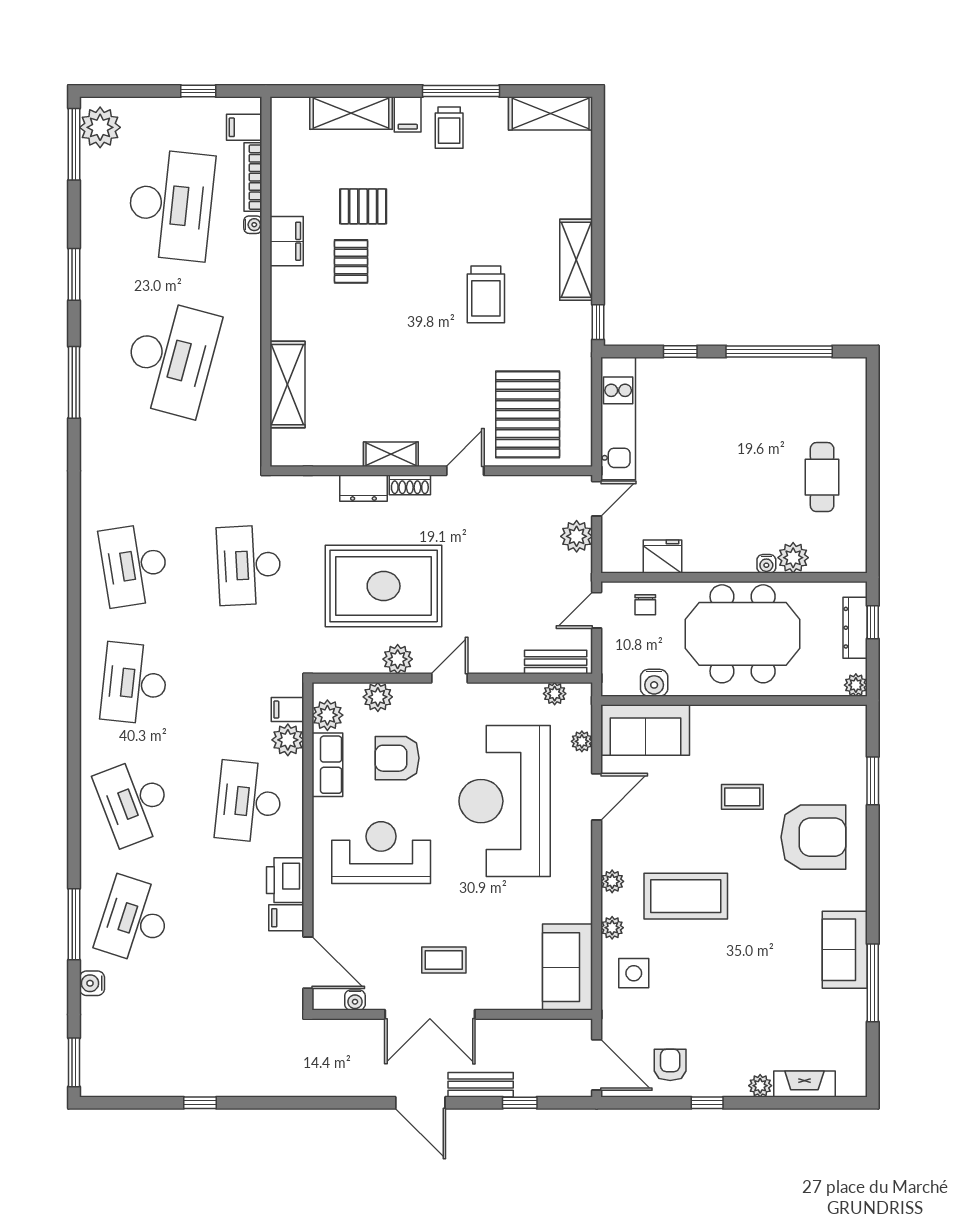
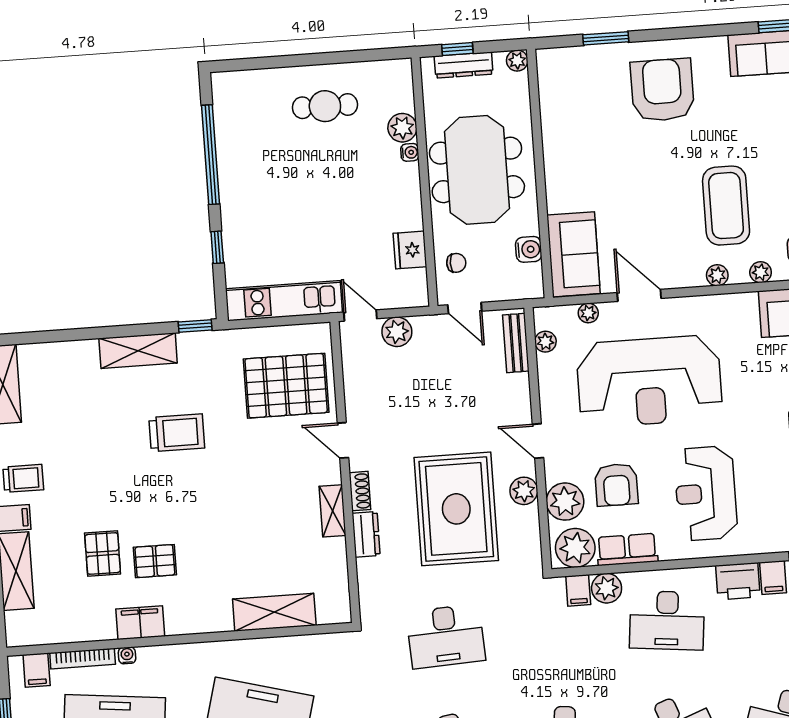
plant: (378, 697) -> (565, 502), width x1.36, depth x1.36
plant: (327, 715) -> (575, 548), width x1.36, depth x1.36
coffee table: (742, 797) -> (629, 159), removed

